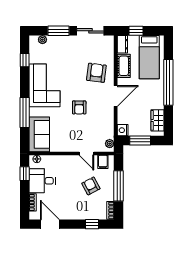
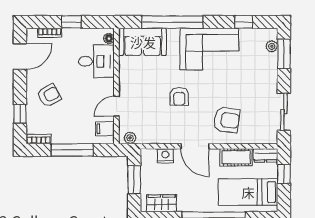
window: (58, 31) -> (284, 54), moved
armchair: (79, 107) -> (179, 96), turned -90
window: (25, 112) -> (172, 22), width x1.46
nightstand: (123, 130) -> (165, 156), moved
window: (25, 174) -> (71, 22), moved
desk: (42, 181) -> (96, 61), moved, turned 90
armchair: (91, 186) -> (49, 95), moved

